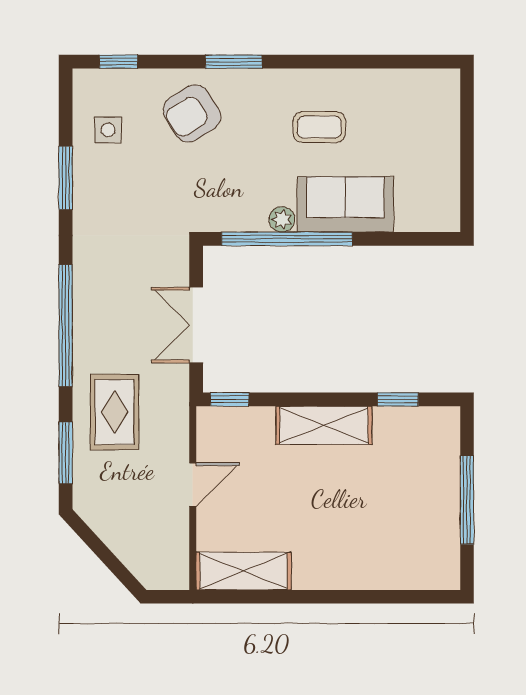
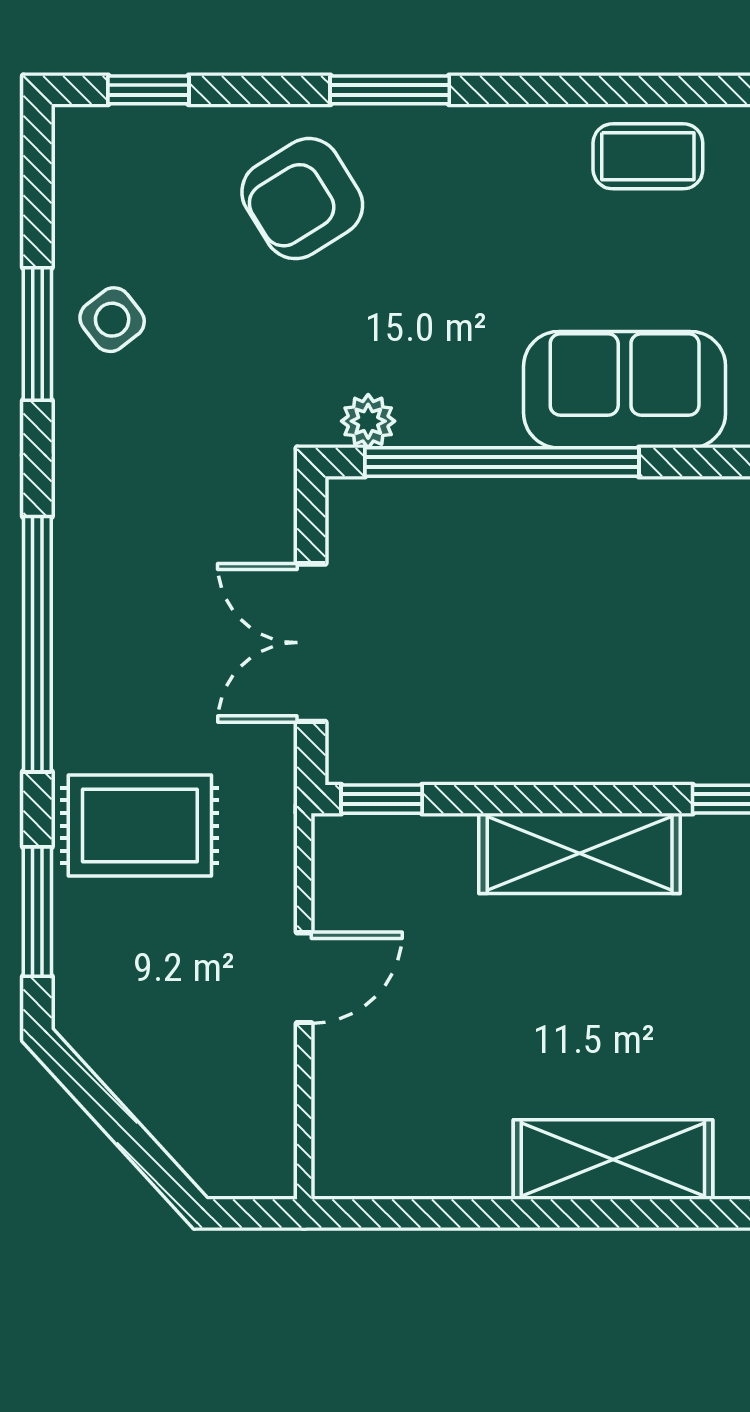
coffee table: (319, 127) -> (648, 156), moved
side table: (108, 130) -> (112, 320), moved, turned -38
plant: (282, 219) -> (368, 421), moved
rug: (114, 412) -> (140, 826), turned 90
shelving: (244, 571) -> (613, 1159), moved

